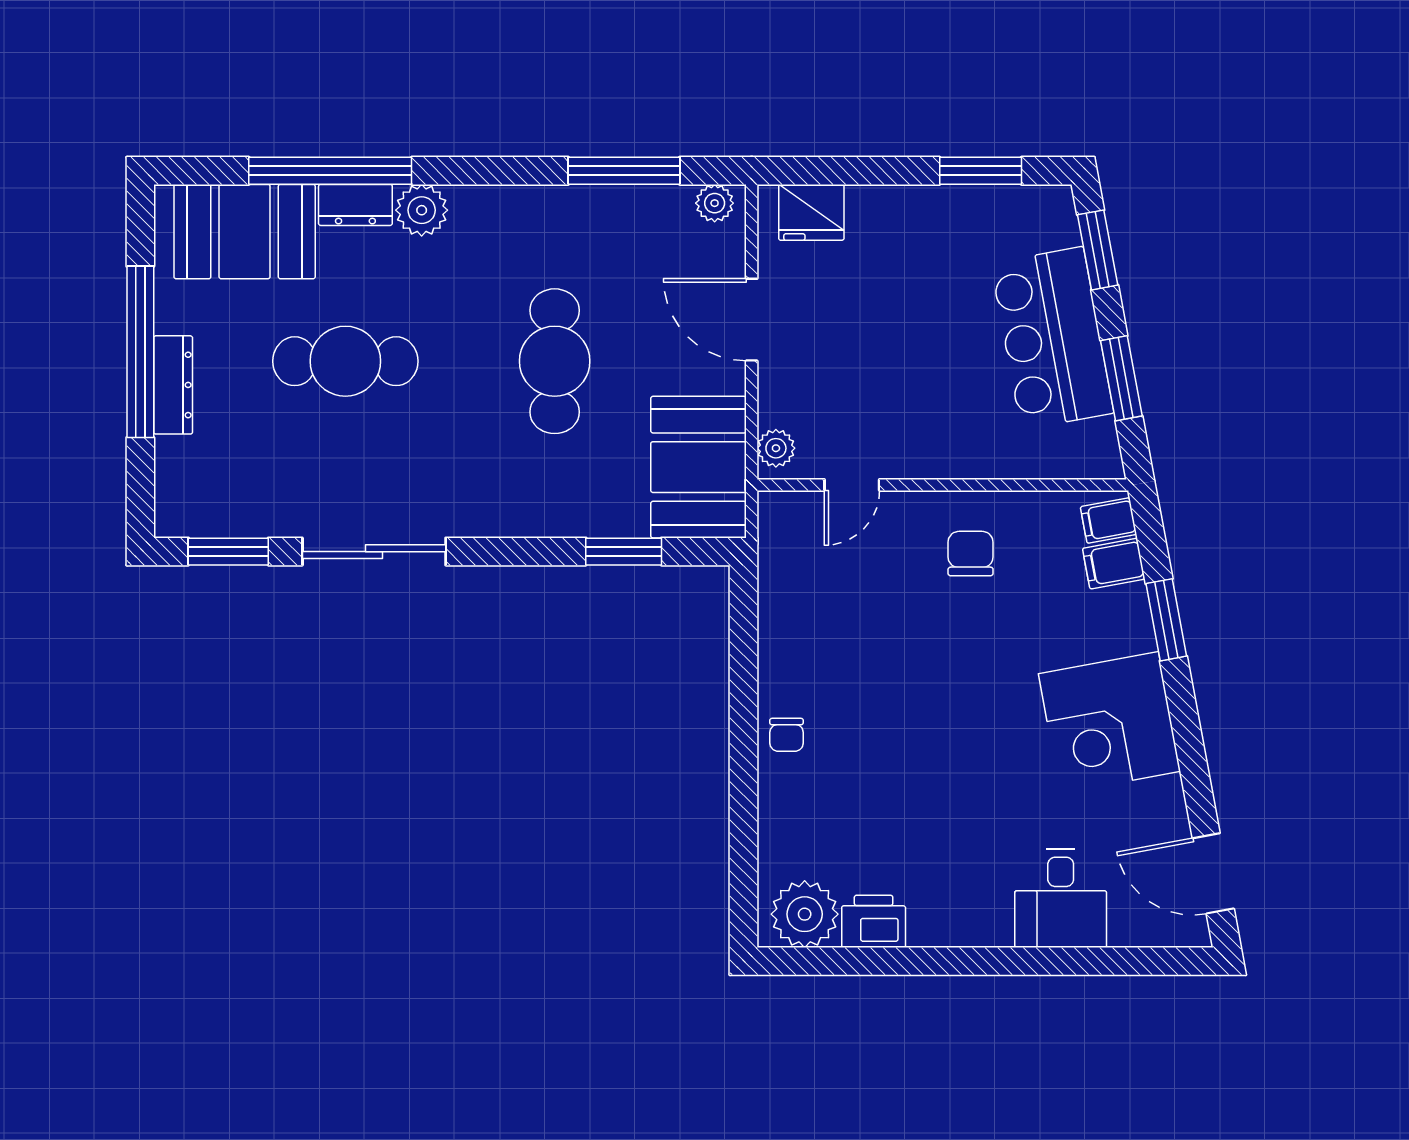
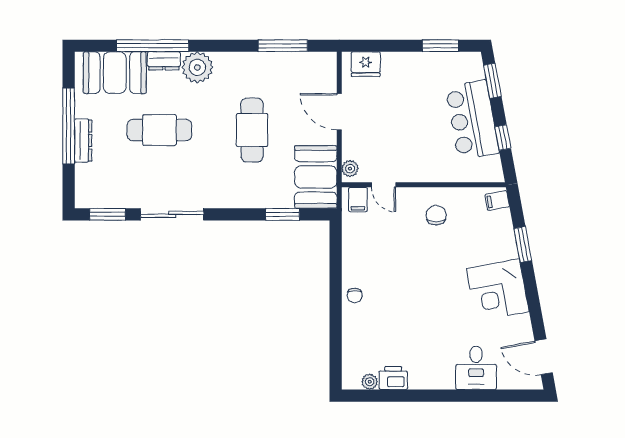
plant: (715, 203) -> (323, 60), removed
plant: (422, 210) -> (197, 67), width x1.36, depth x1.36
window: (1121, 378) -> (503, 138), width x0.67
door: (852, 485) -> (384, 185), hinge flipped
filing cabinet: (1114, 564) -> (358, 200), moved, turned -79
plant: (805, 914) -> (370, 382), width x0.53, depth x0.53

